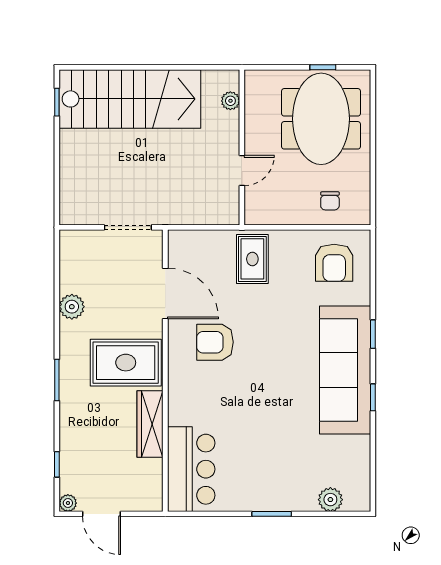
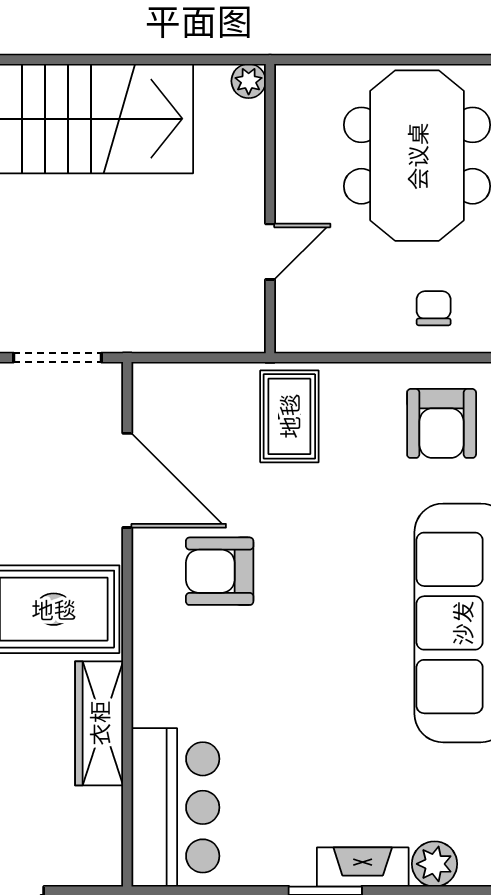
window: (323, 67) -> (420, 60), removed
plant: (230, 101) -> (249, 81), moved
chair: (330, 201) -> (434, 308), turned 180
fireplace: (292, 501) -> (363, 867), added

